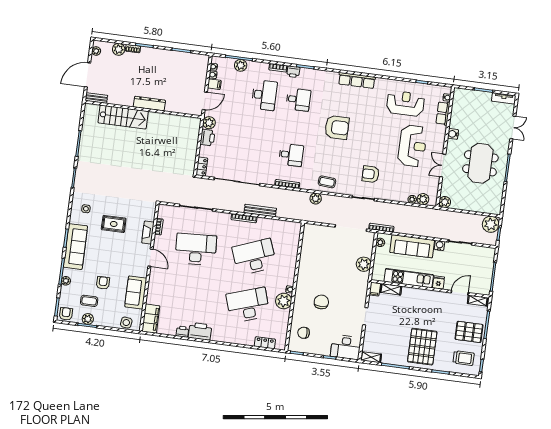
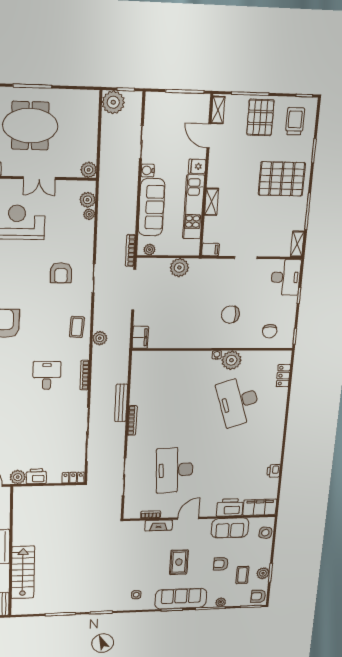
rug: (114, 224) -> (179, 562), moved
filing cabinet: (312, 230) -> (140, 337), added
desk: (254, 257) -> (179, 402), removed
shelving: (391, 289) -> (212, 202), moved
printer: (200, 331) -> (230, 507), moved, turned 90

